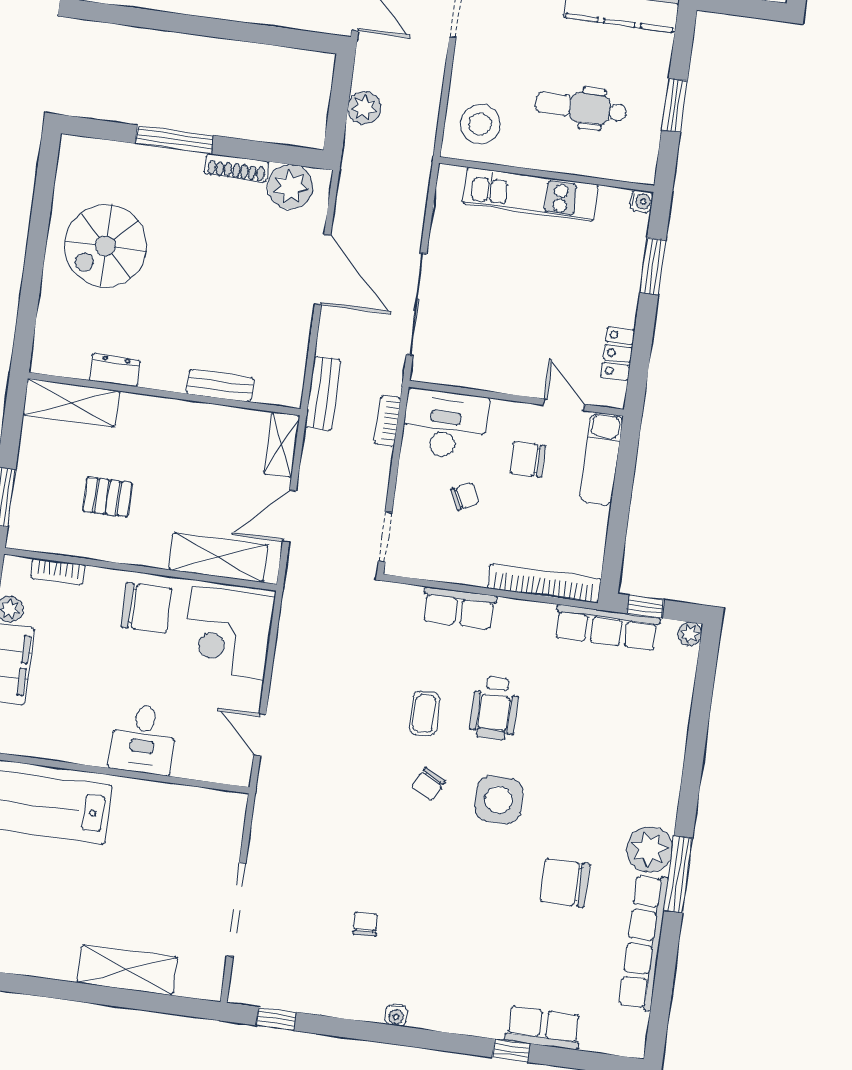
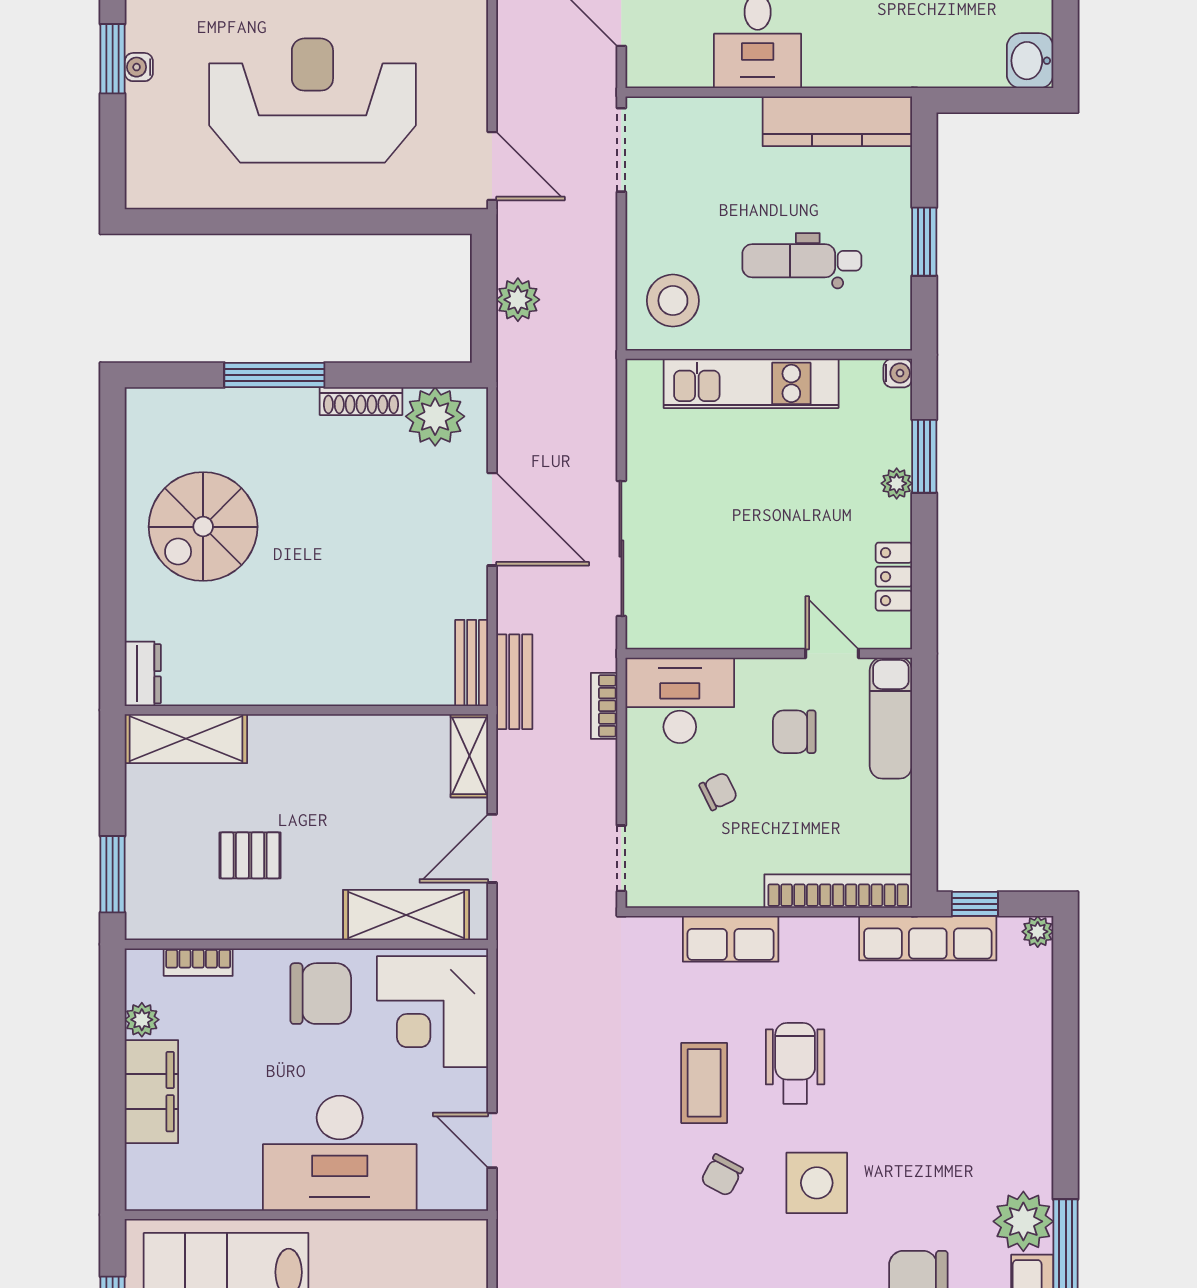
plant: (629, 284) -> (897, 483), added
dresser: (115, 370) -> (143, 674), moved, turned 90
bench: (220, 386) -> (472, 663), moved, turned 90
wheelchair: (495, 708) -> (795, 1063), turned 180
coffee table: (424, 713) -> (704, 1083), width x1.36, depth x1.30
desk: (143, 739) -> (340, 1153), width x1.87, depth x1.30

